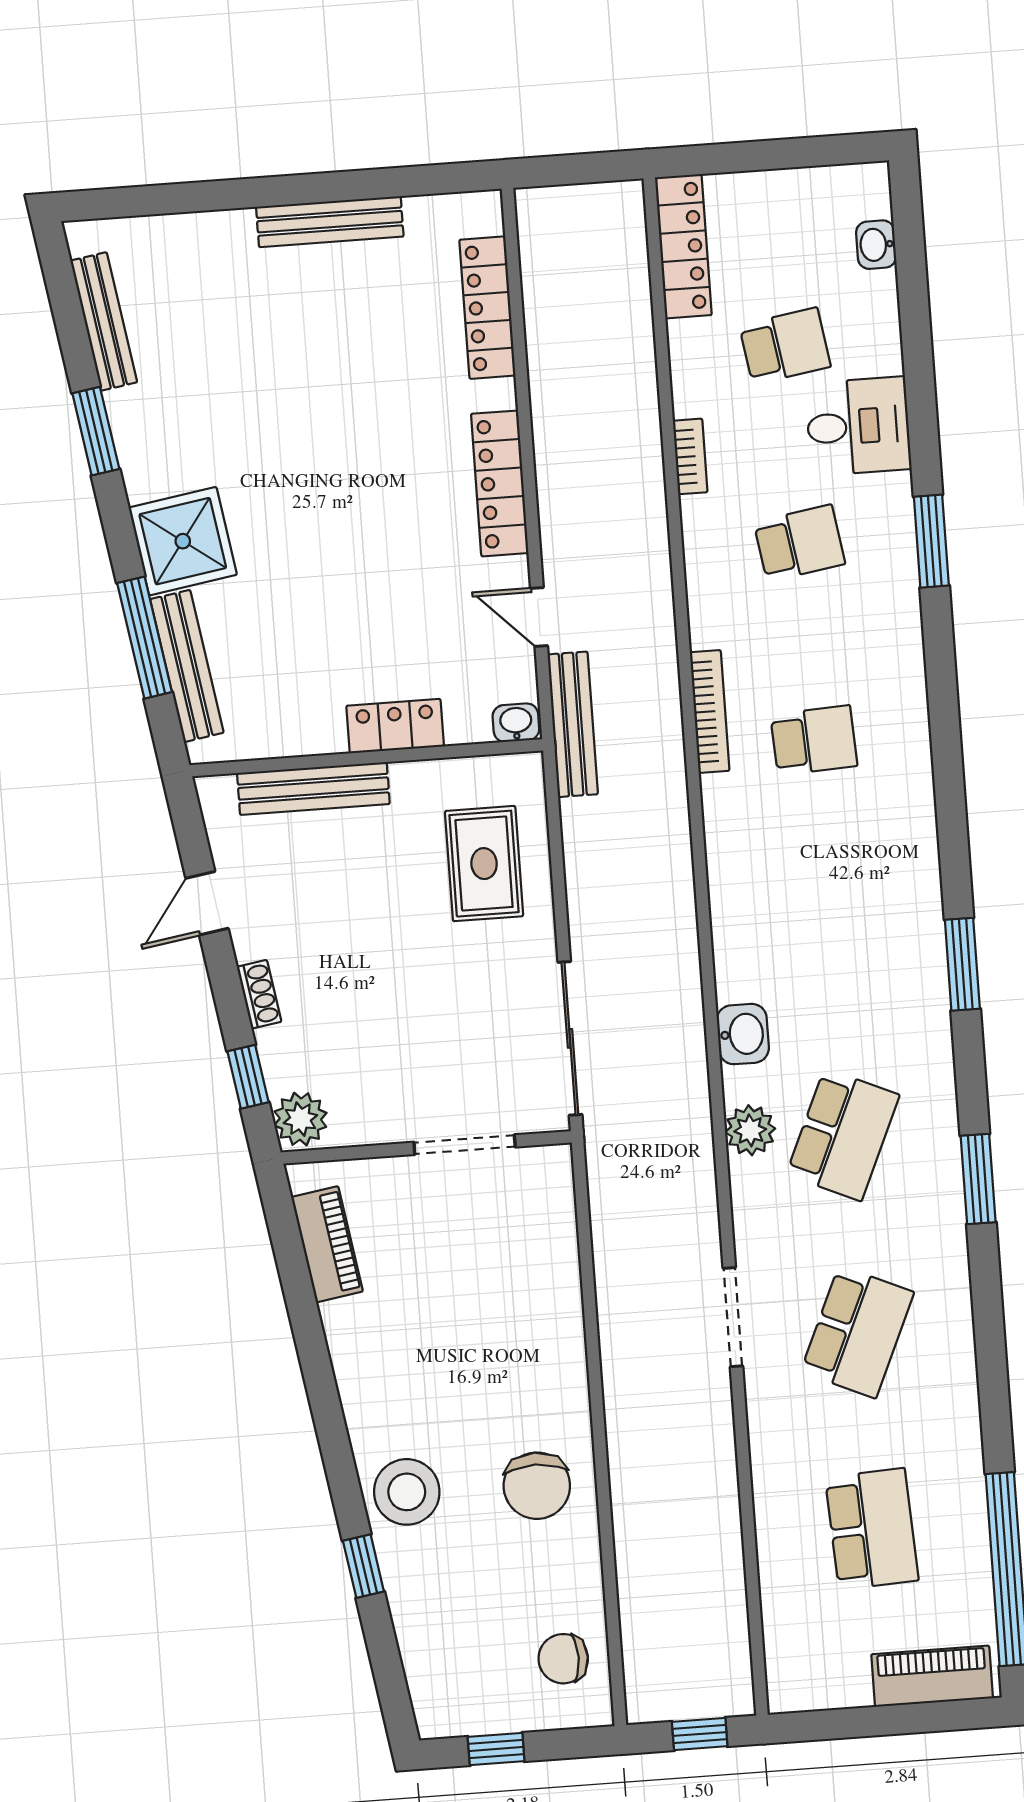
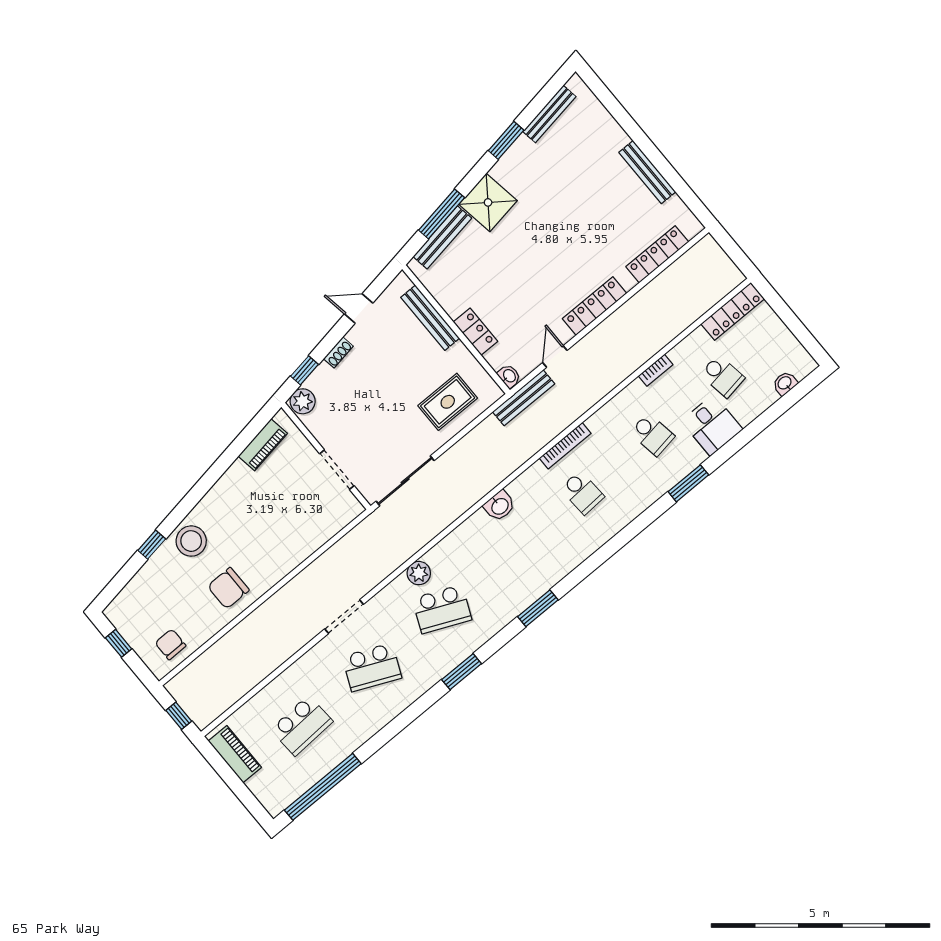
washbasin: (743, 1034) -> (500, 506), moved
piano: (932, 1676) -> (235, 754), moved

